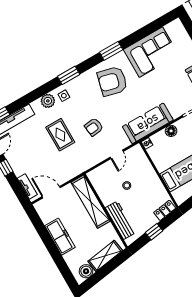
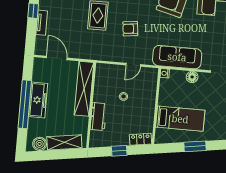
tv unit: (27, 186) -> (42, 23), moved
workbench: (120, 220) -> (98, 117), width x0.73
window: (52, 248) -> (25, 104), added

